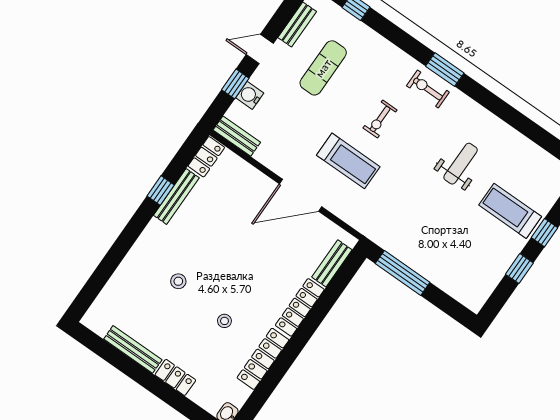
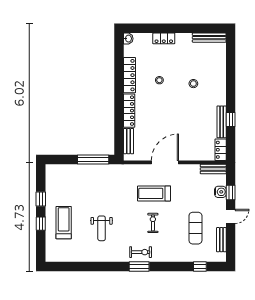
treadmill: (510, 211) -> (64, 223), turned -90
bench: (133, 349) -> (209, 38), moved

